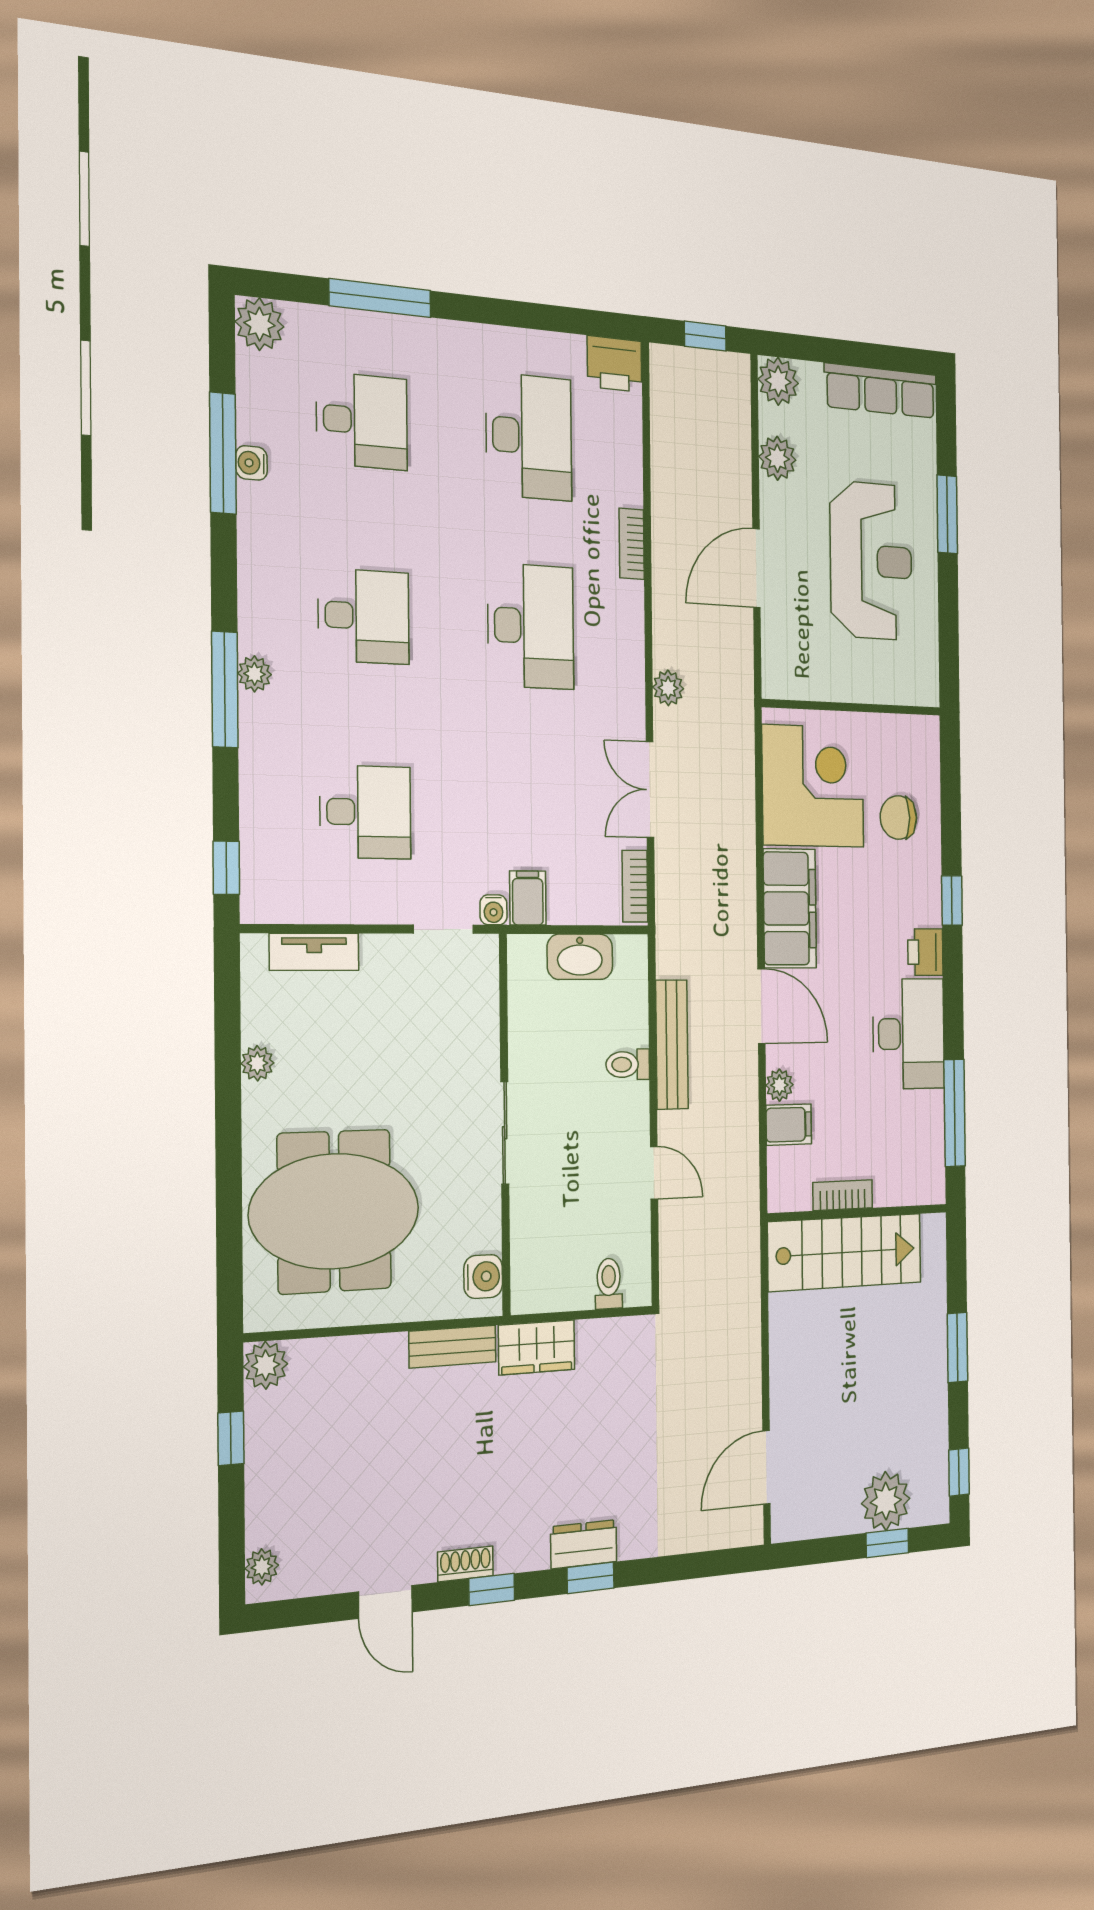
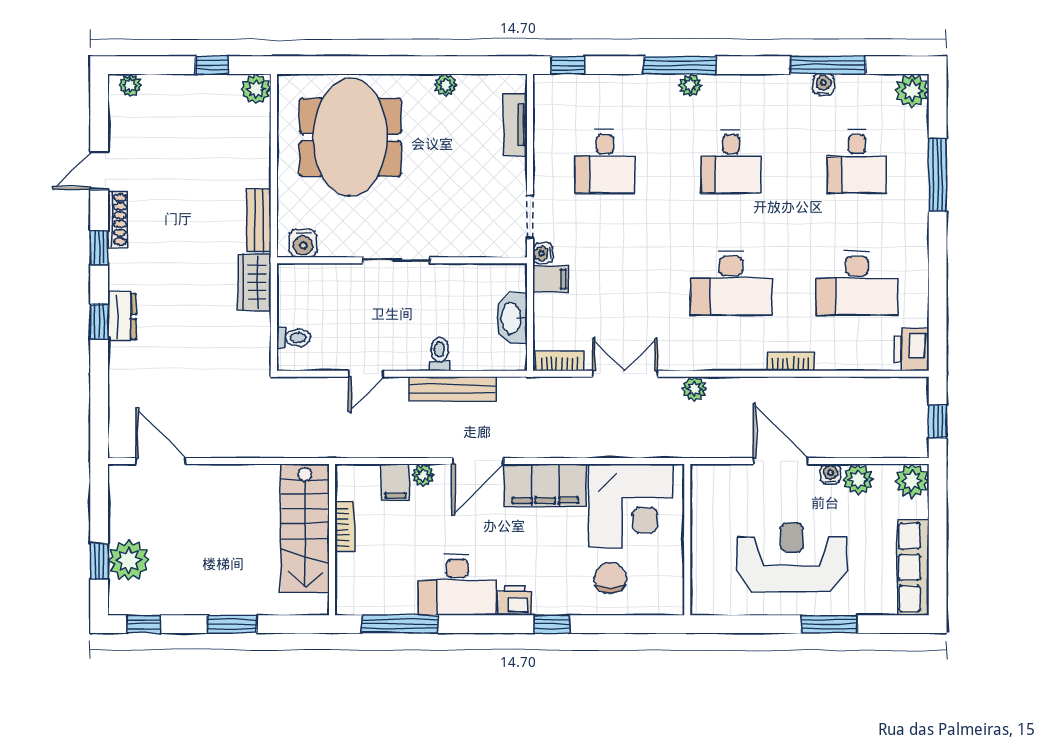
water cooler: (771, 497) -> (830, 474), added
reception desk: (871, 561) -> (792, 557), turned 180
shoe rack: (465, 1564) -> (118, 220), width x1.43

